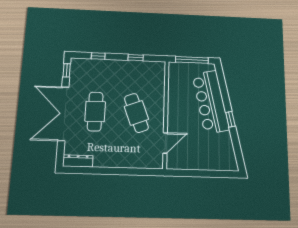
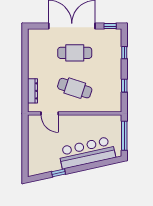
cafe table: (136, 113) -> (75, 88), turned 39
window: (230, 119) -> (58, 173), moved
dresser: (78, 161) -> (33, 91), moved

